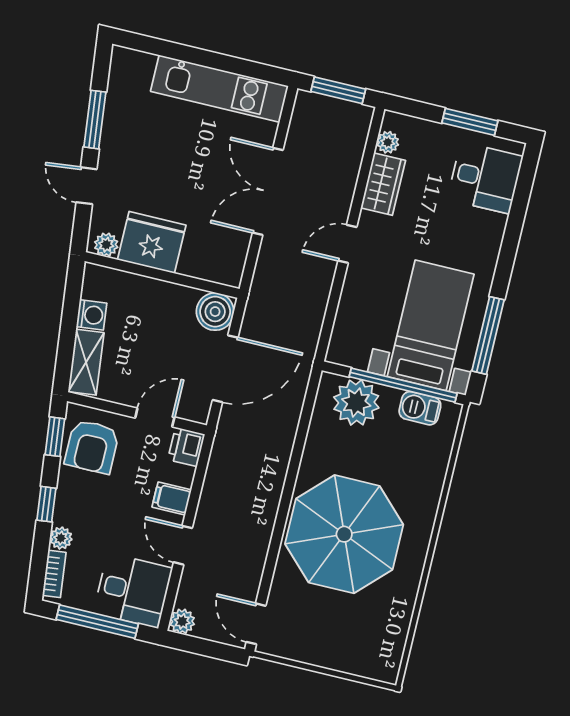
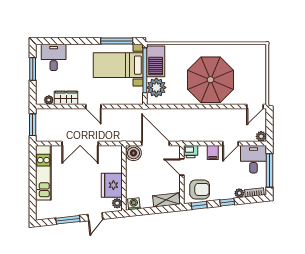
washing machine: (92, 315) -> (134, 204), moved
barbecue: (420, 408) -> (156, 61), width x1.88, depth x1.53

